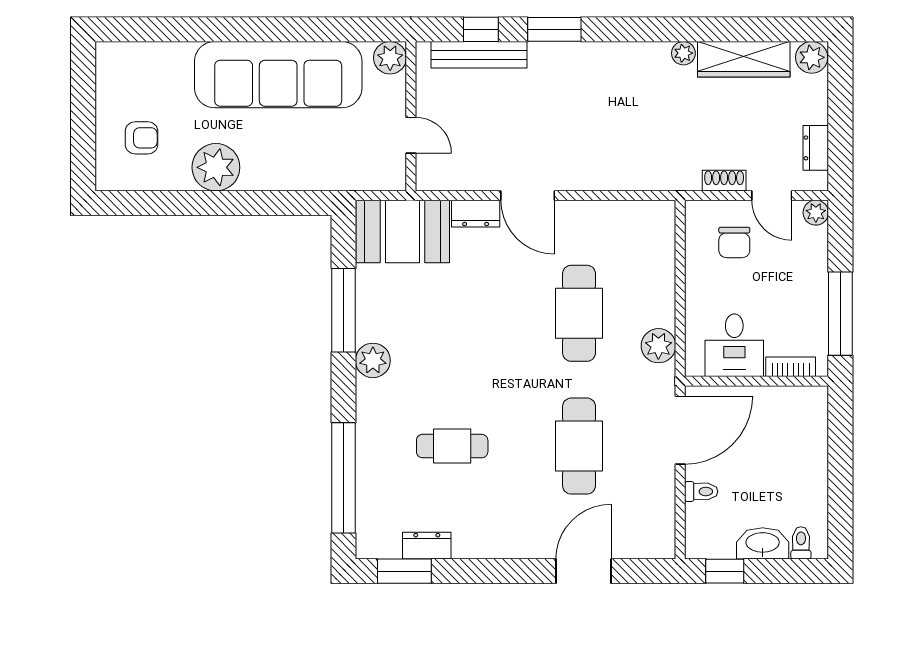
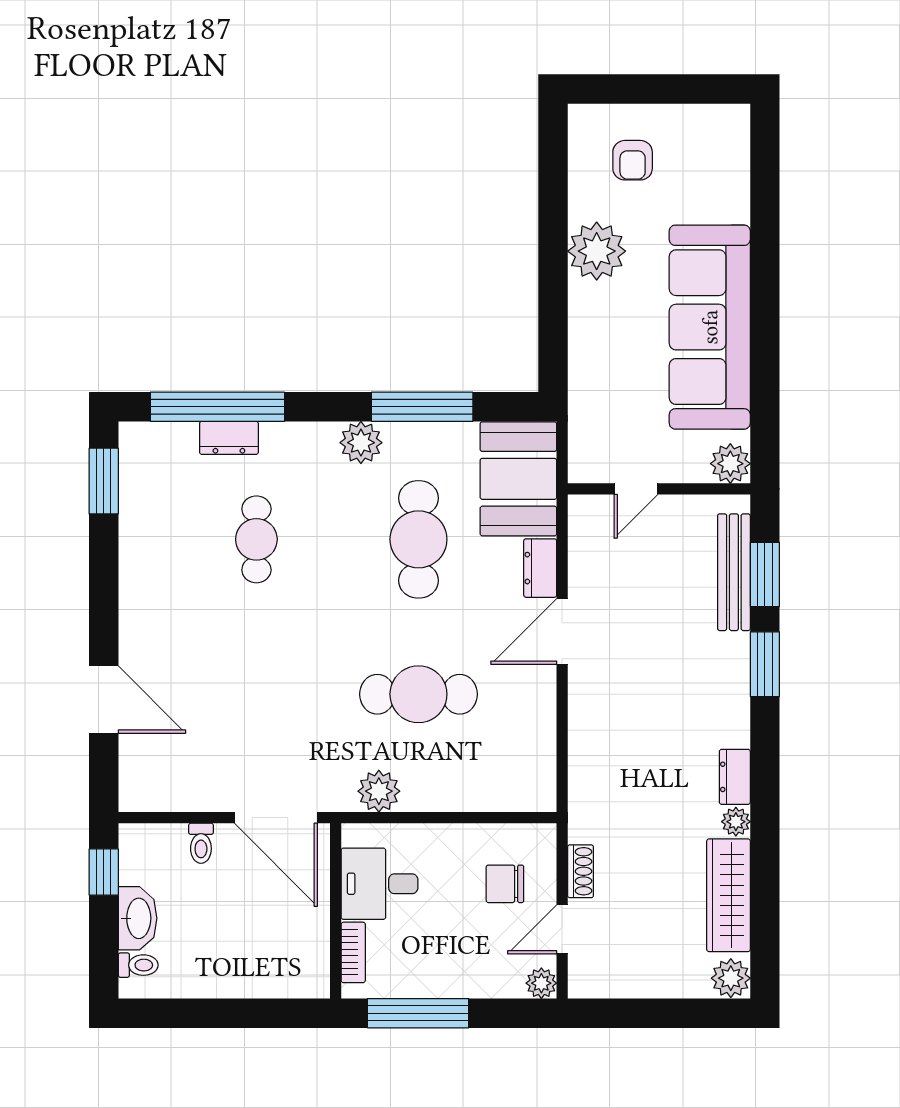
window: (481, 29) -> (765, 574), width x1.50
dresser: (816, 148) -> (735, 777), moved, turned -90
cafe table: (579, 446) -> (418, 539), moved, turned 90
dresser: (427, 546) -> (229, 438), moved, turned 90

